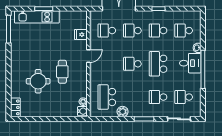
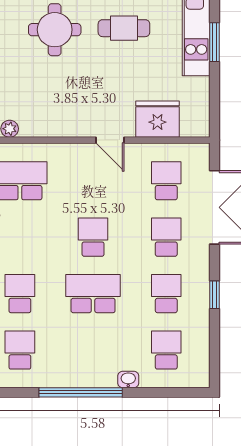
fridge: (81, 35) -> (157, 119), width x1.88, depth x1.34
desk: (190, 63) -> (94, 365), removed
cafe table: (62, 72) -> (124, 28), moved

